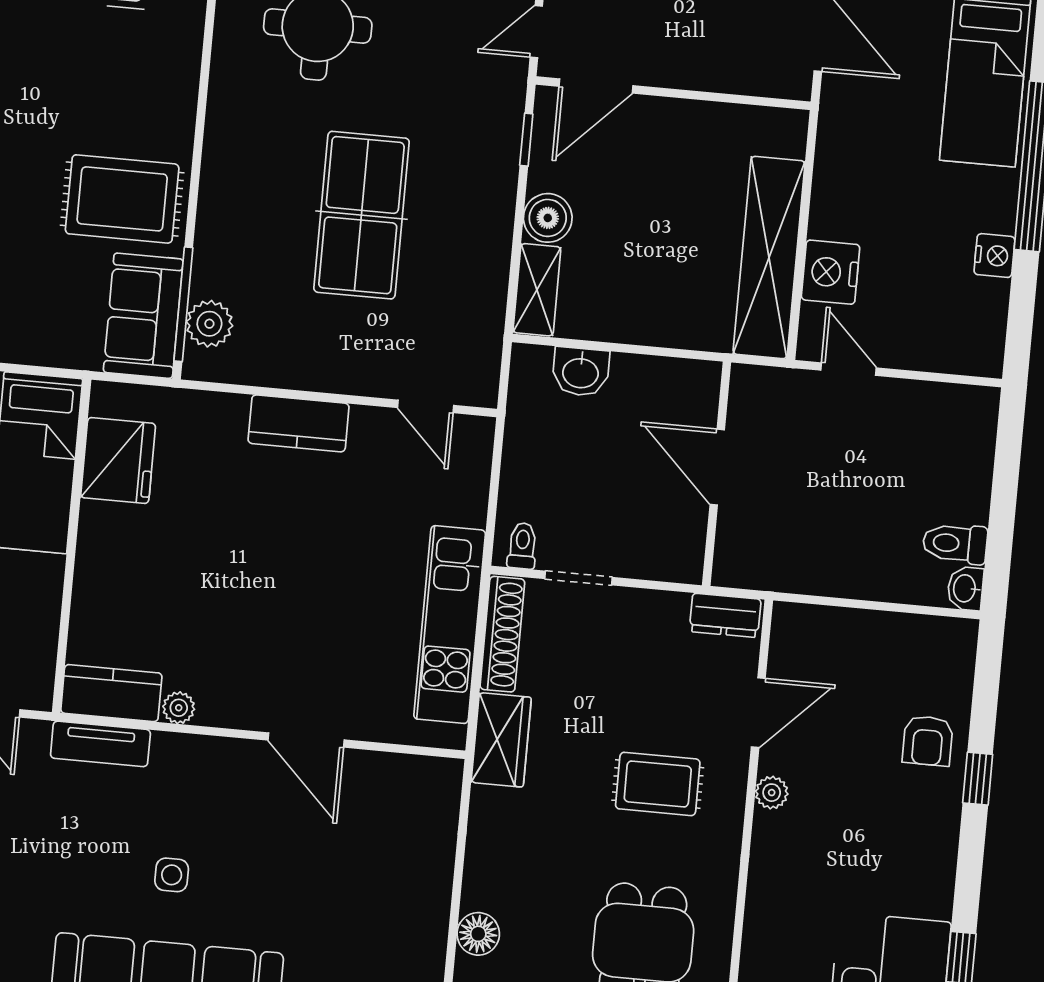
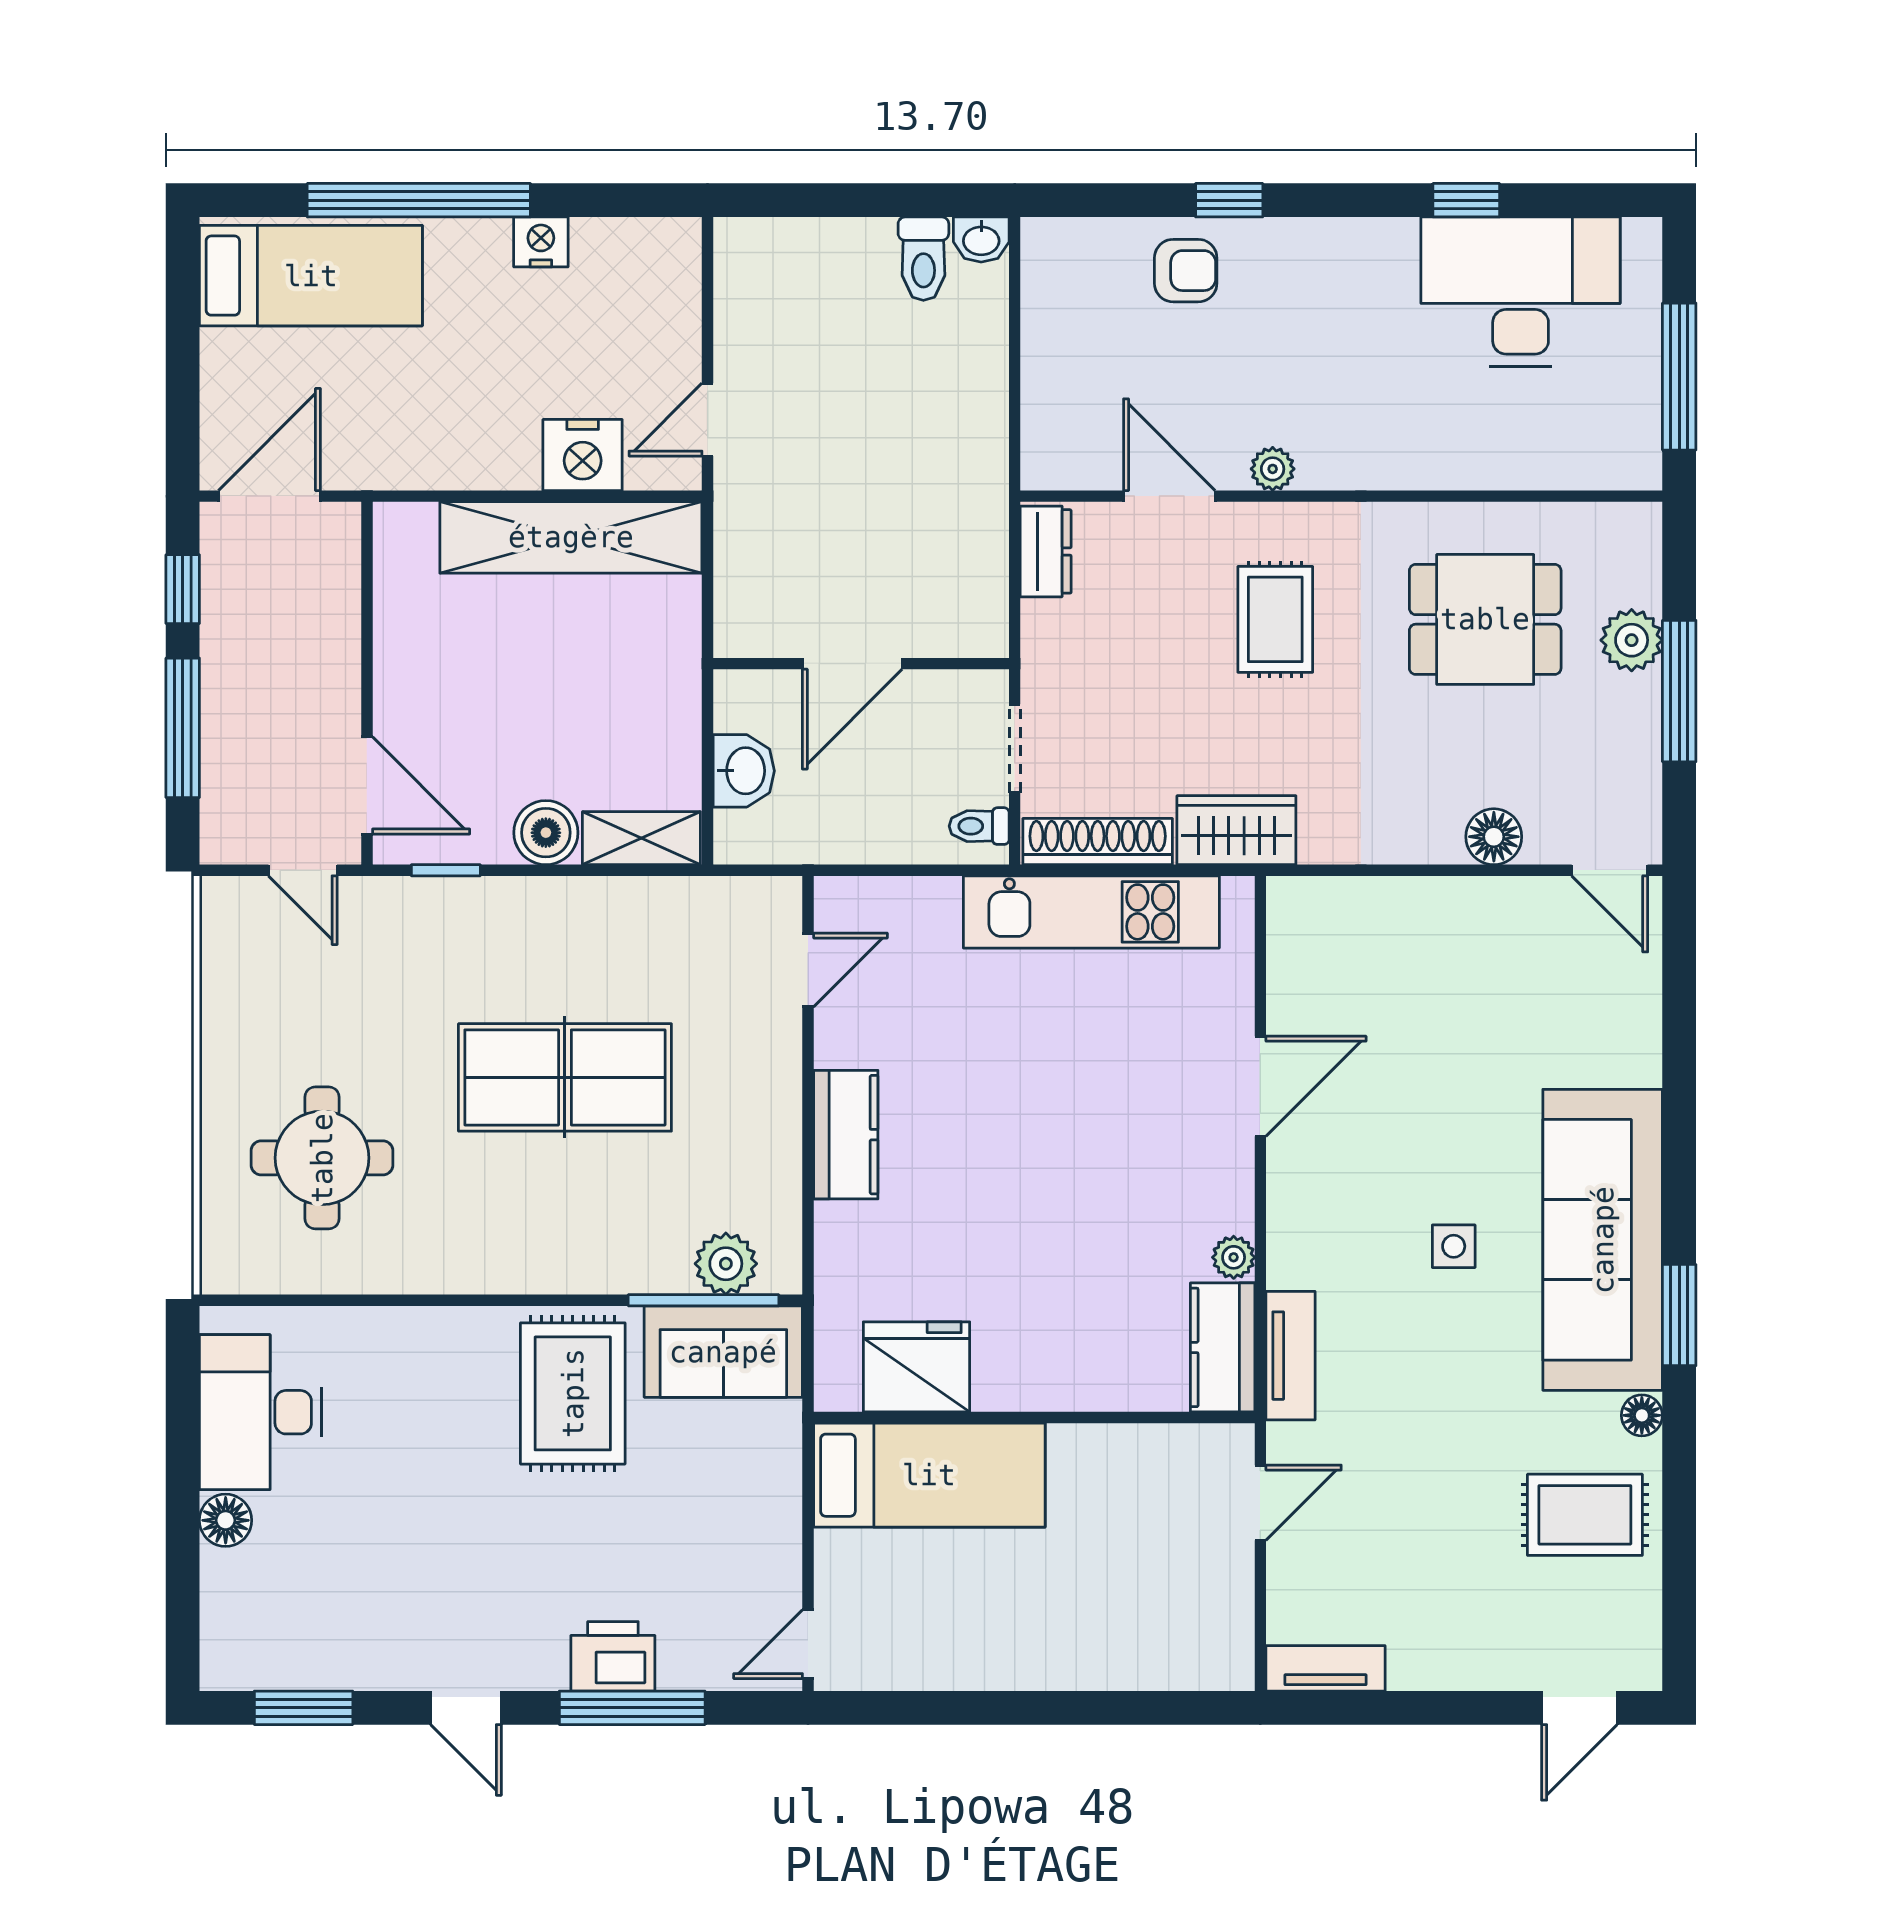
door: (717, 467) -> (852, 664), moved
wall: (717, 474) -> (861, 664), moved

